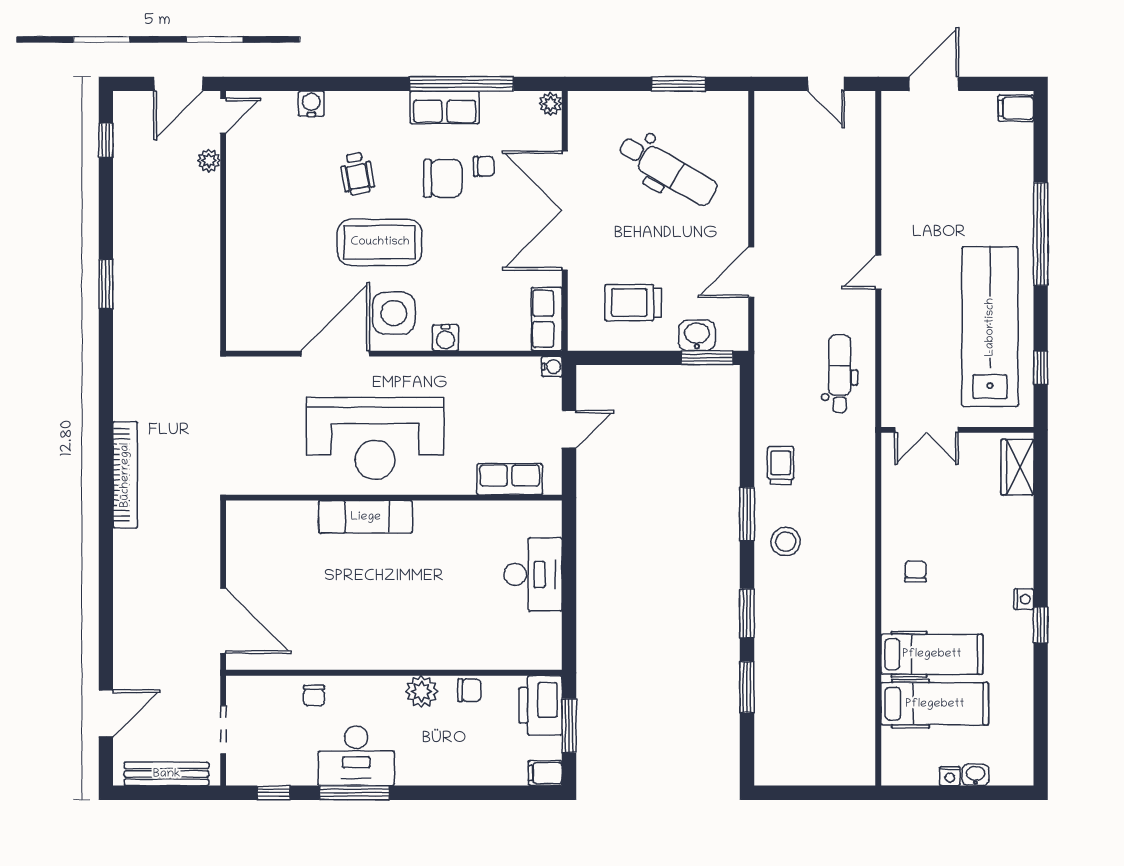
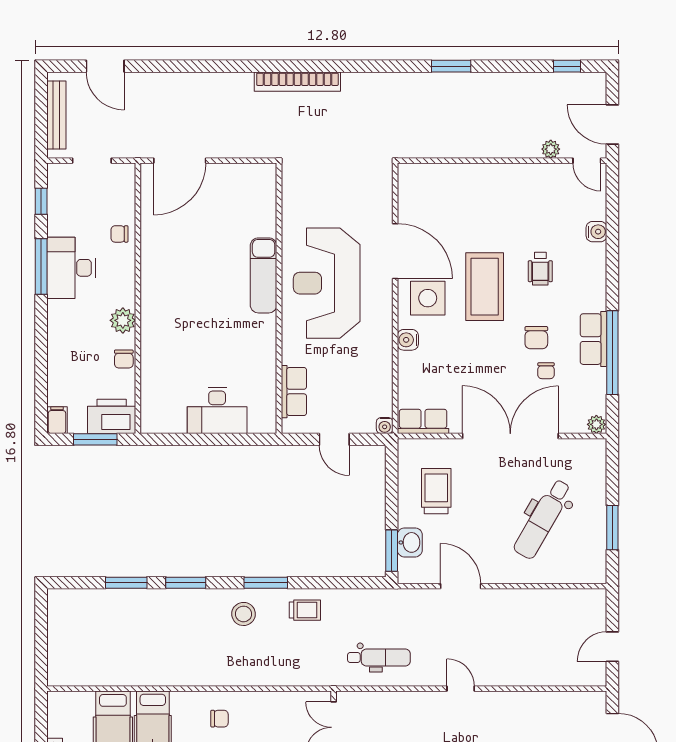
wheelchair: (357, 173) -> (540, 269), turned -80
chair: (443, 178) -> (536, 338), width x0.73, depth x0.73

